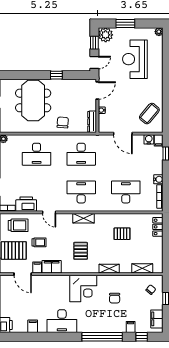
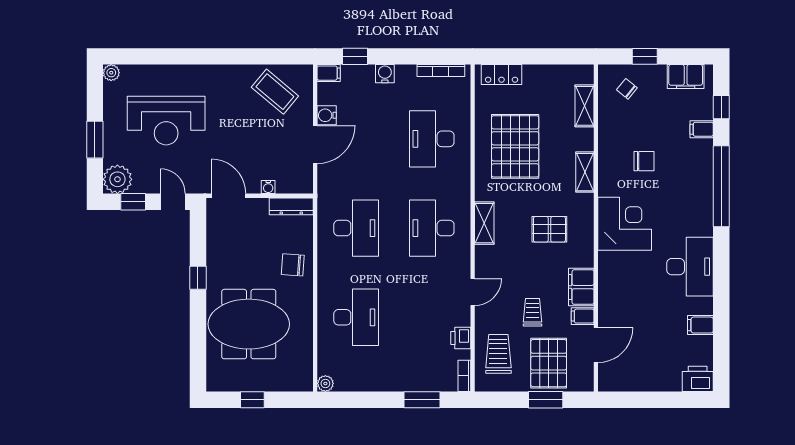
water cooler: (149, 139) -> (327, 115), moved
water cooler: (158, 179) -> (385, 74), moved
printer: (26, 204) -> (461, 338), width x0.53, depth x0.68
pallet: (122, 234) -> (515, 146), width x2.05, depth x2.00

